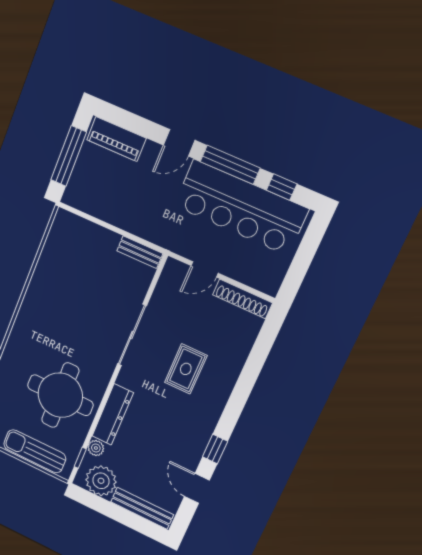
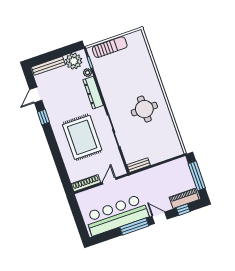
door: (179, 143) -> (160, 218), hinge flipped
window: (282, 187) -> (183, 210), moved
rug: (186, 369) -> (82, 137), width x1.86, depth x2.06
round table: (60, 395) -> (144, 109), moved, width x0.73, depth x0.73
door: (197, 488) -> (36, 95), swing flipped

